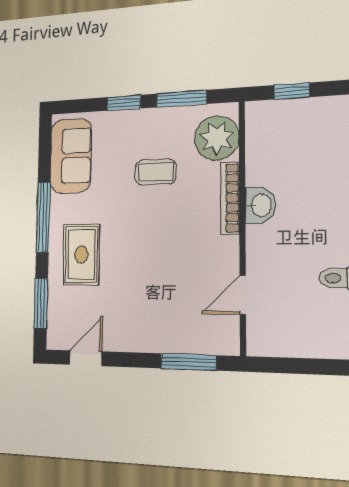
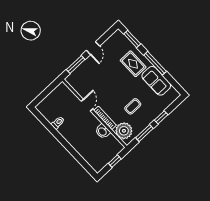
sofa: (71, 156) -> (156, 81), moved
washbasin: (260, 205) -> (103, 131), moved
door: (243, 295) -> (87, 105), moved
door: (86, 358) -> (93, 48), moved

